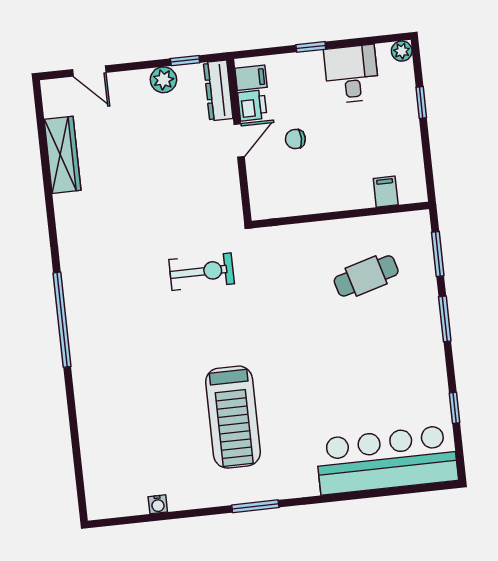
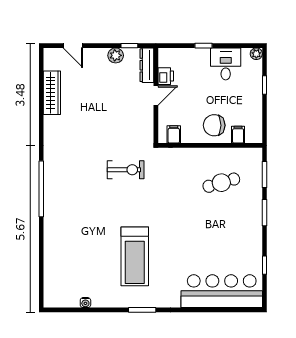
filing cabinet: (251, 78) -> (174, 134), moved, turned -90
chair: (295, 139) -> (214, 125), moved, width x1.87, depth x1.87

